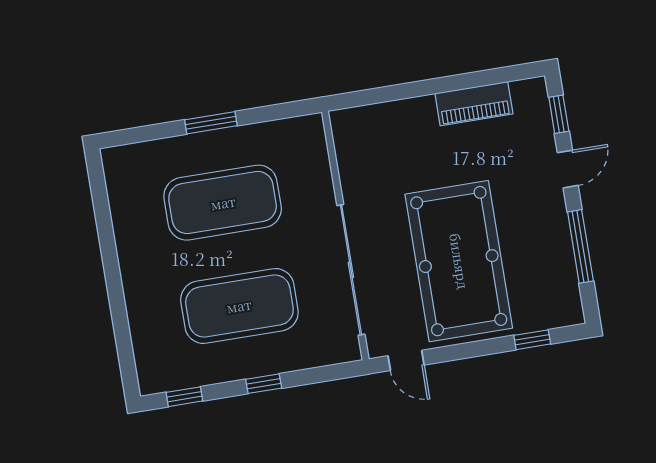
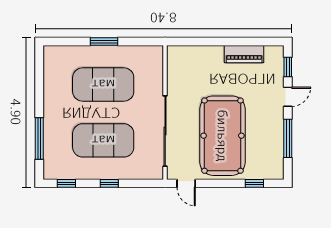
window: (120, 322) -> (39, 138), added

